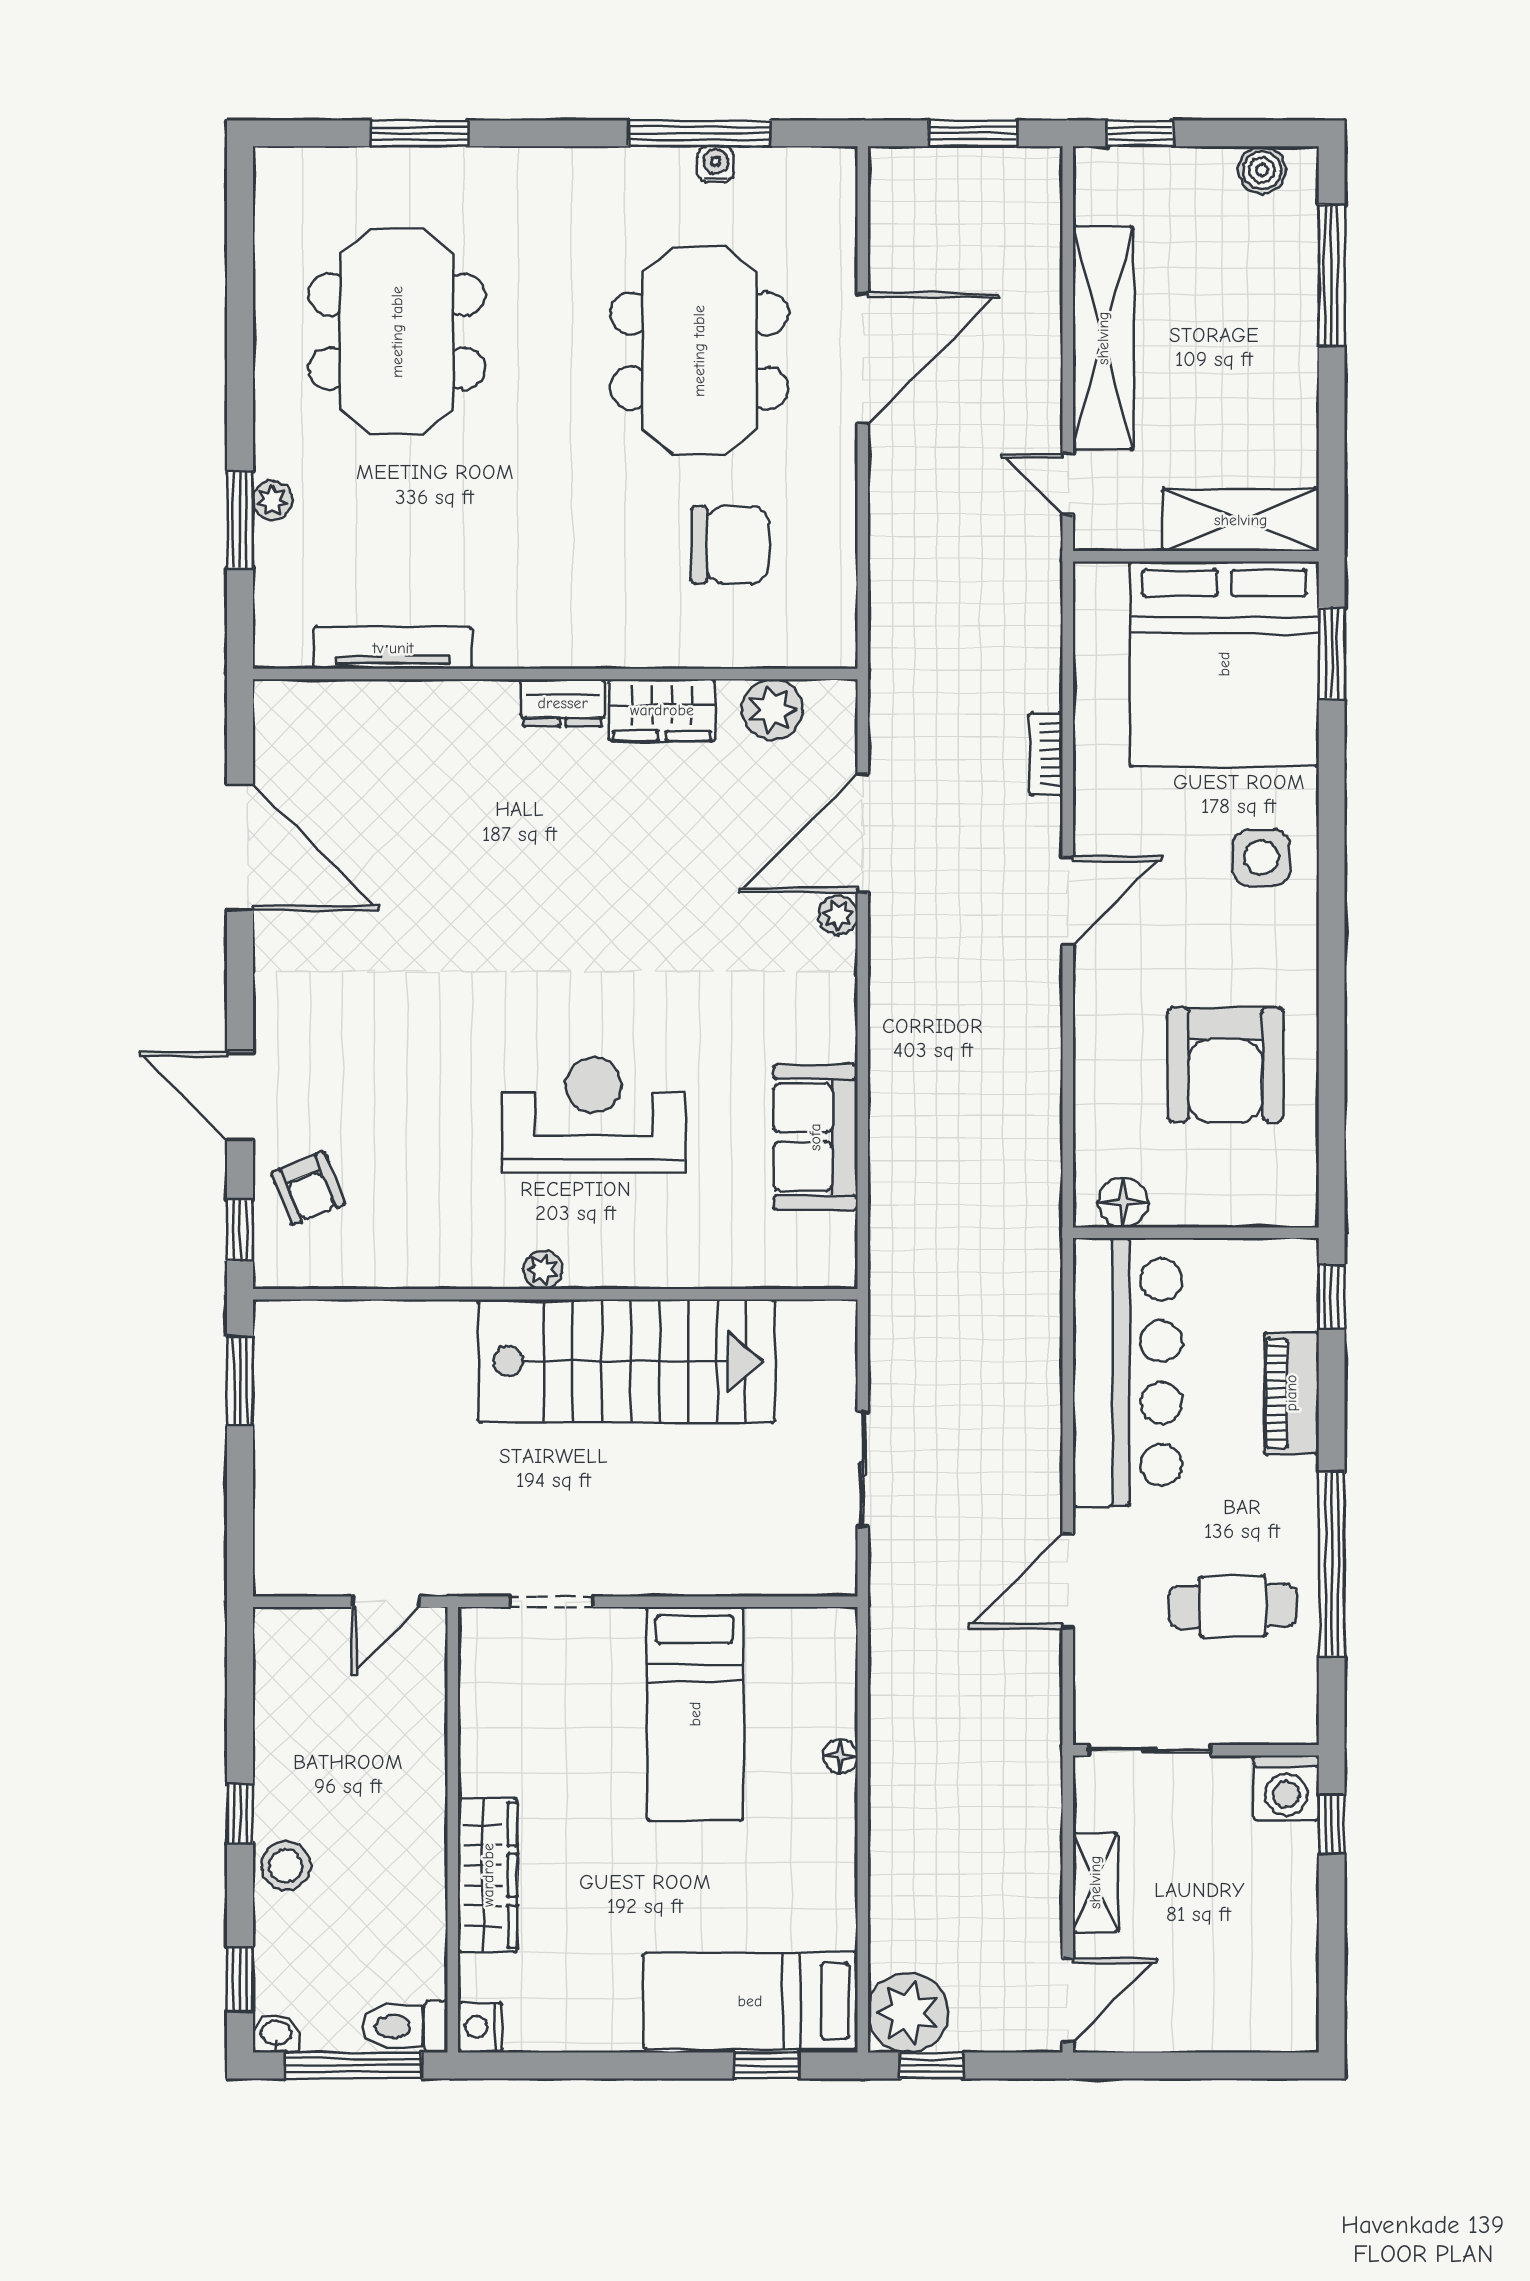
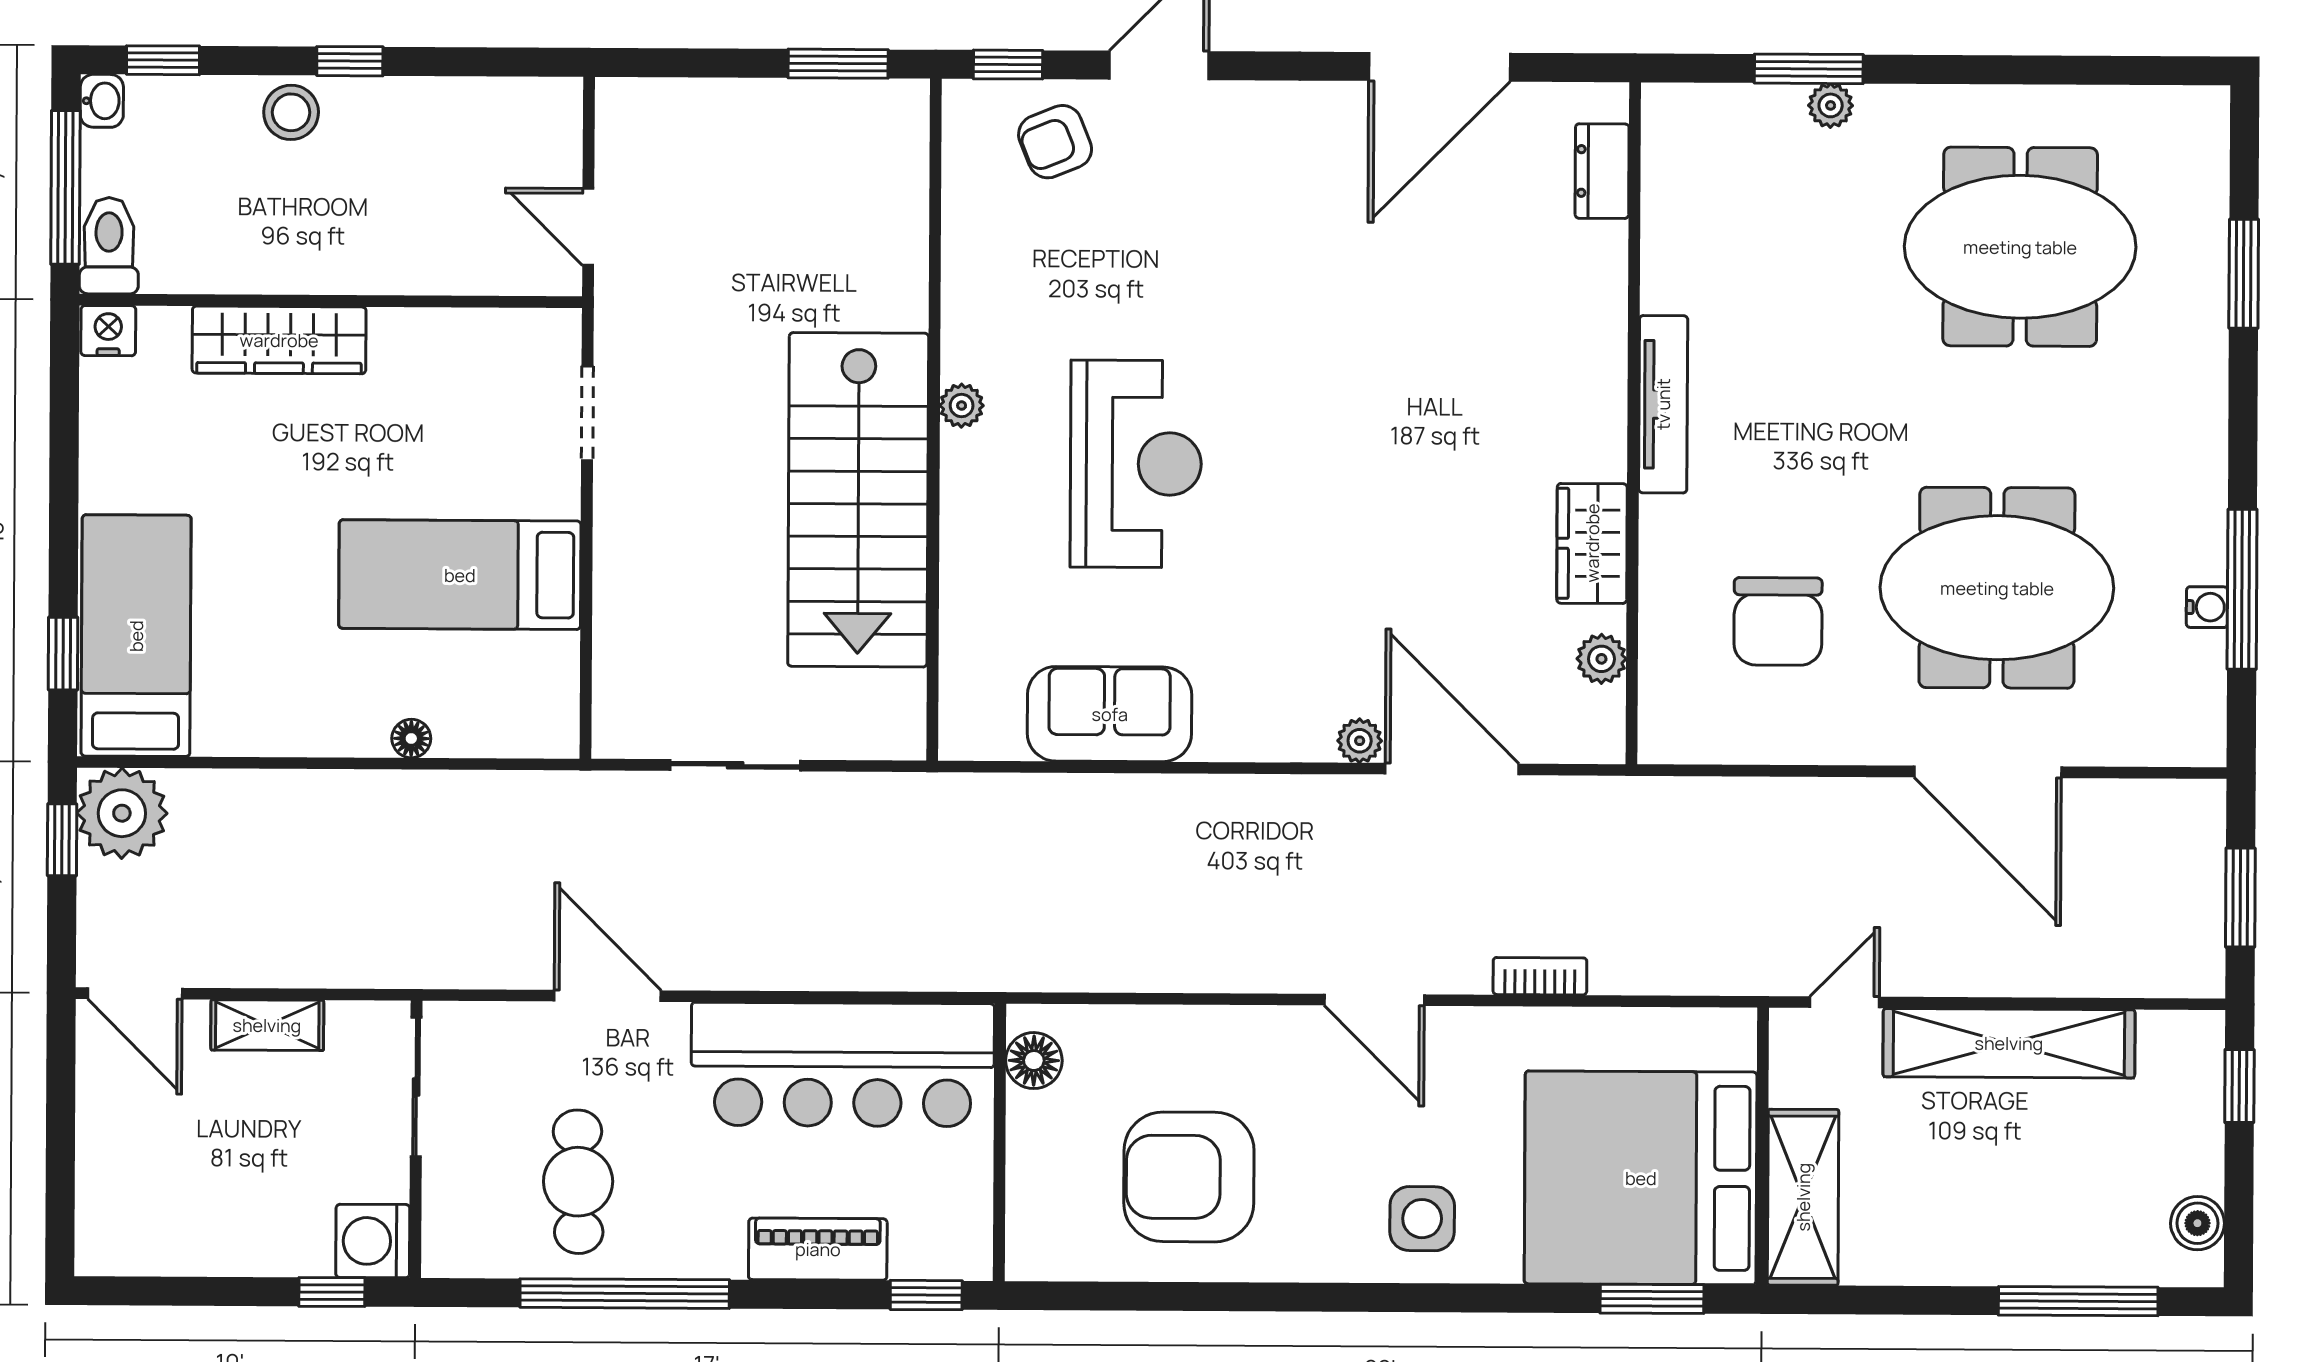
tv unit: (393, 648) -> (1663, 404), moved
dresser: (563, 703) -> (1602, 171), moved
plant: (772, 709) -> (1601, 659), width x0.73, depth x0.73

